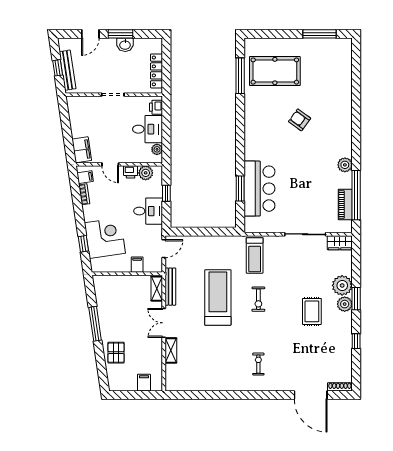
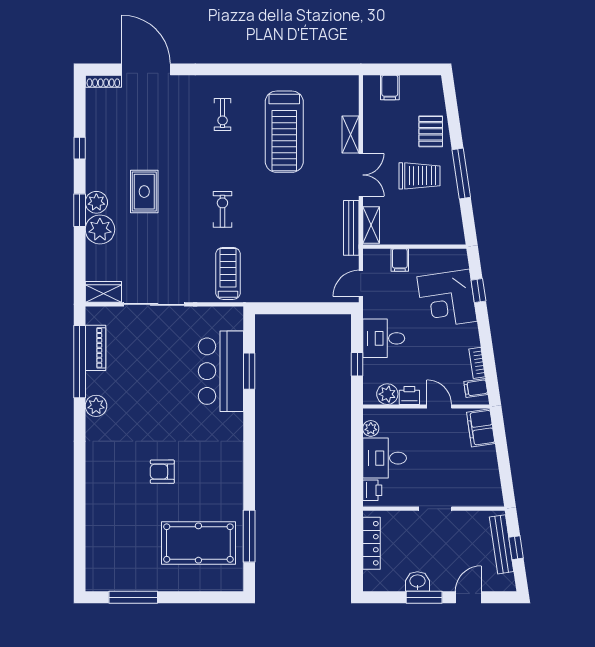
armchair: (300, 120) -> (162, 472), turned 144
treadmill: (218, 297) -> (284, 132), moved
trolley: (124, 322) -> (420, 176), added

